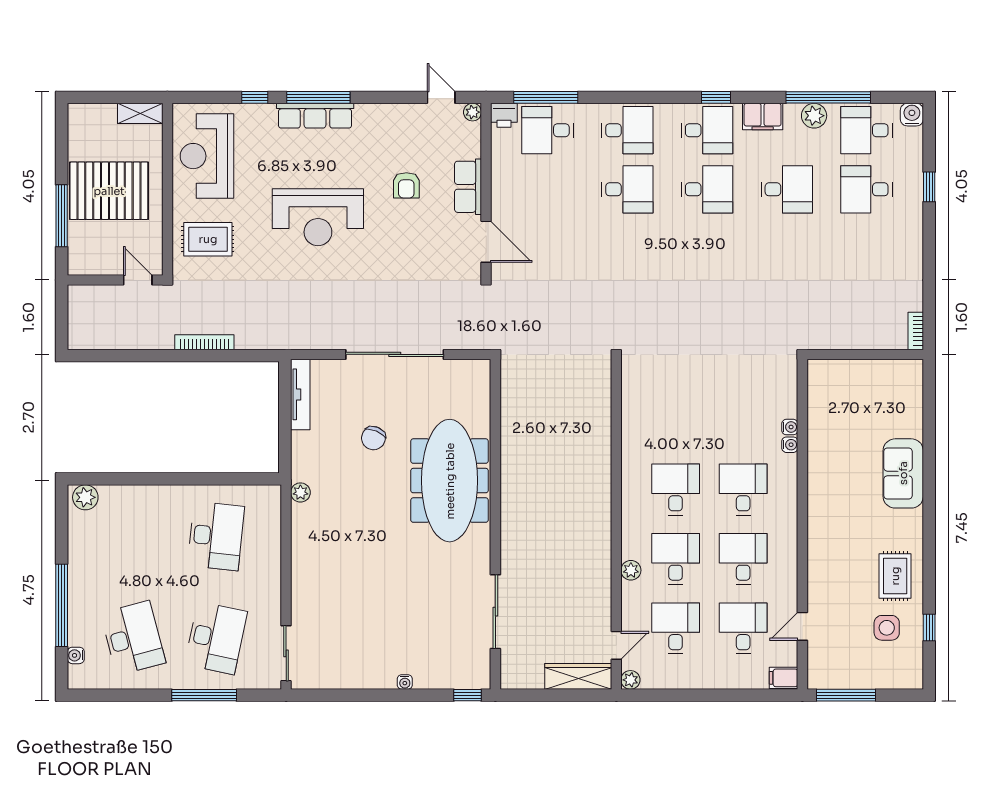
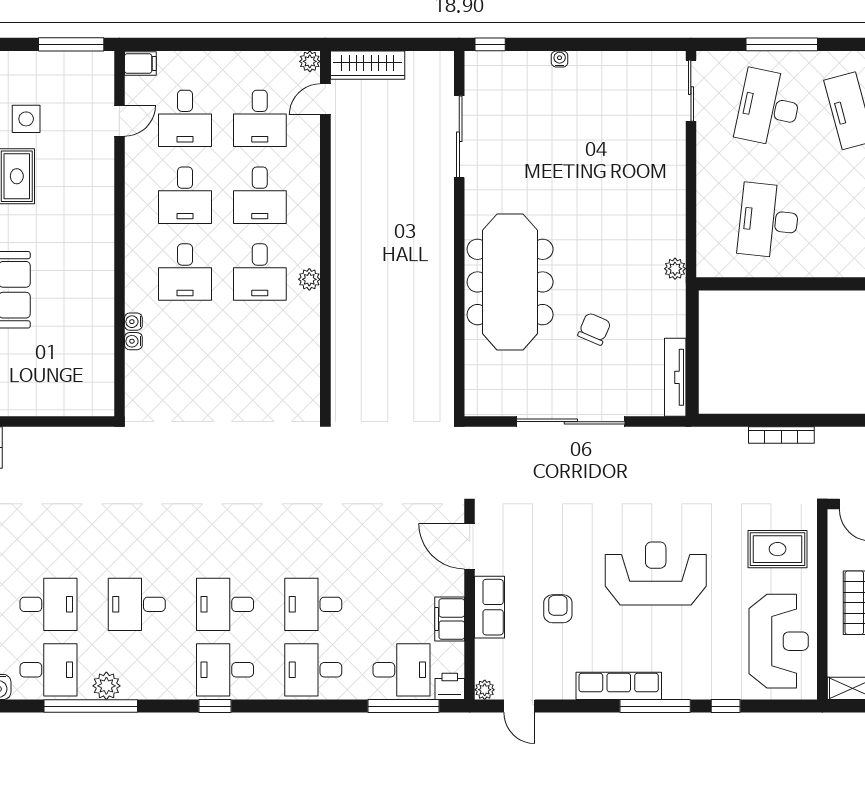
row of seats: (315, 116) -> (619, 686), moved
filing cabinet: (763, 117) -> (450, 619), moved, turned -90
plant: (631, 570) -> (309, 279), moved

